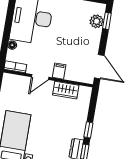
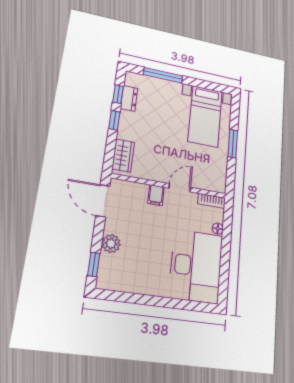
plant: (97, 21) -> (111, 244), moved
wardrobe: (66, 90) -> (123, 156), moved, turned 90

